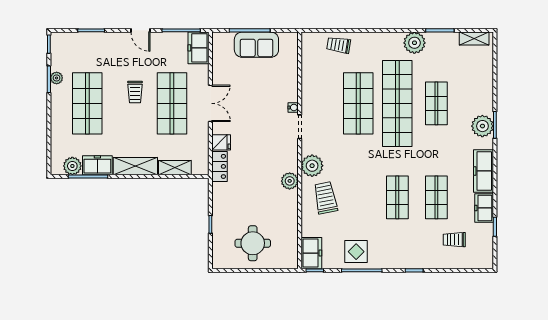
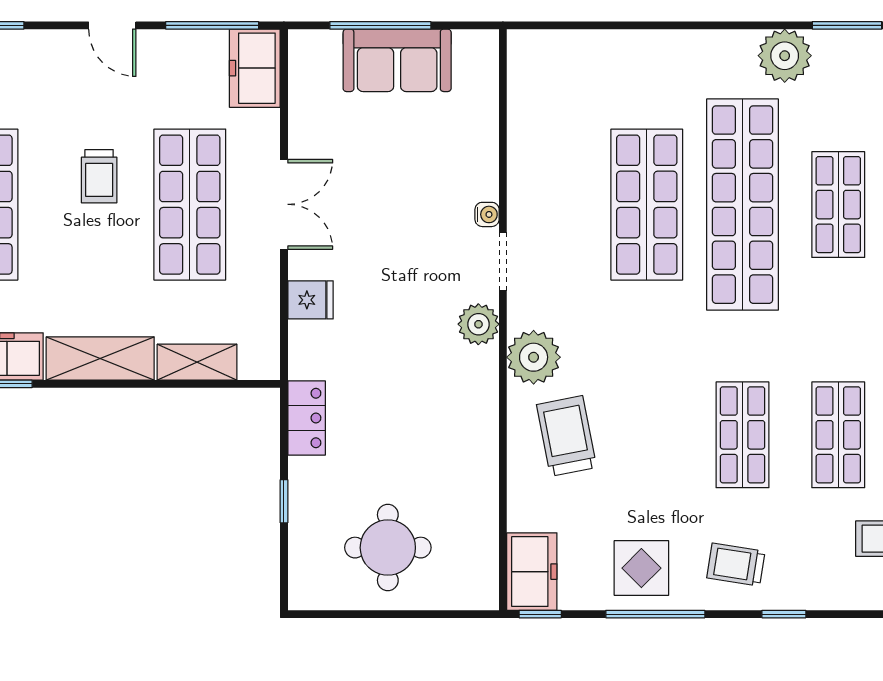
trolley: (339, 45) -> (736, 565), moved
locker: (220, 166) -> (307, 418), moved
plant: (290, 181) -> (478, 324), moved

